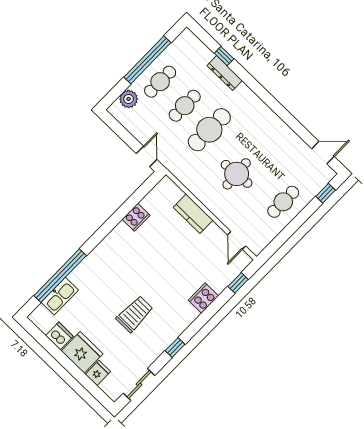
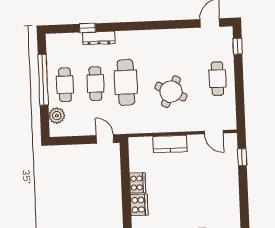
round table: (237, 174) -> (171, 92), turned 30
cooker: (203, 298) -> (139, 205), moved, turned 180

